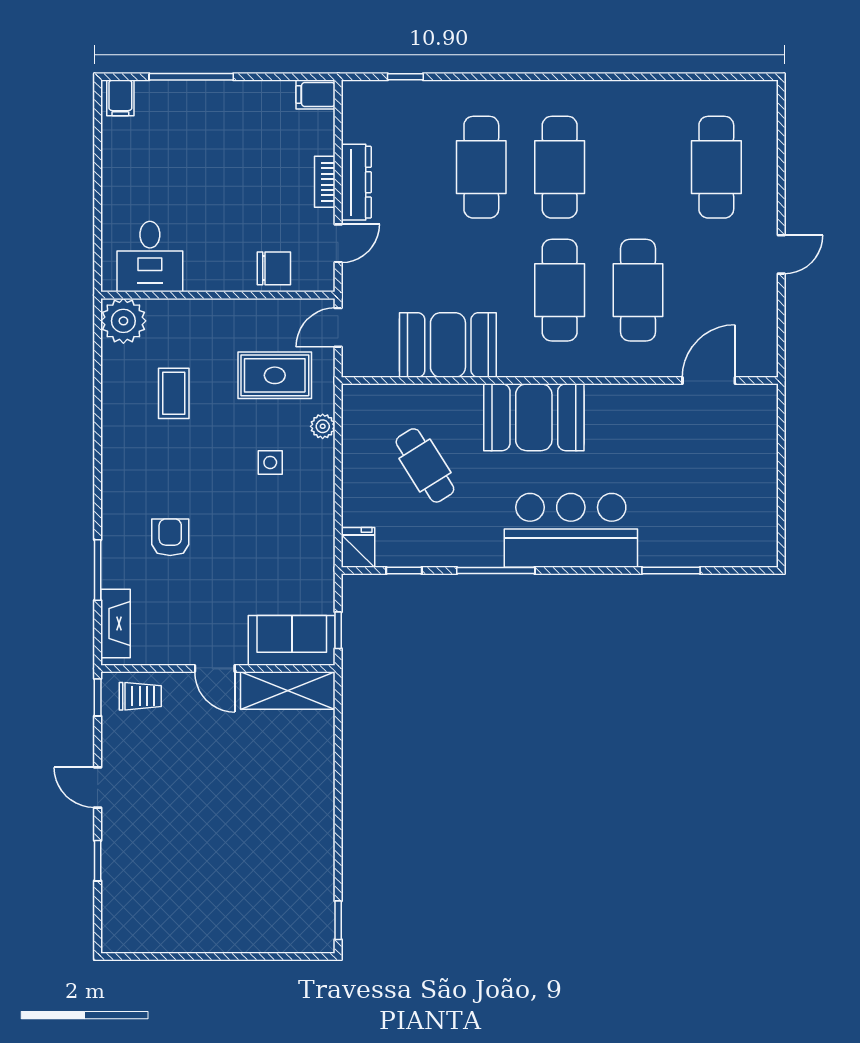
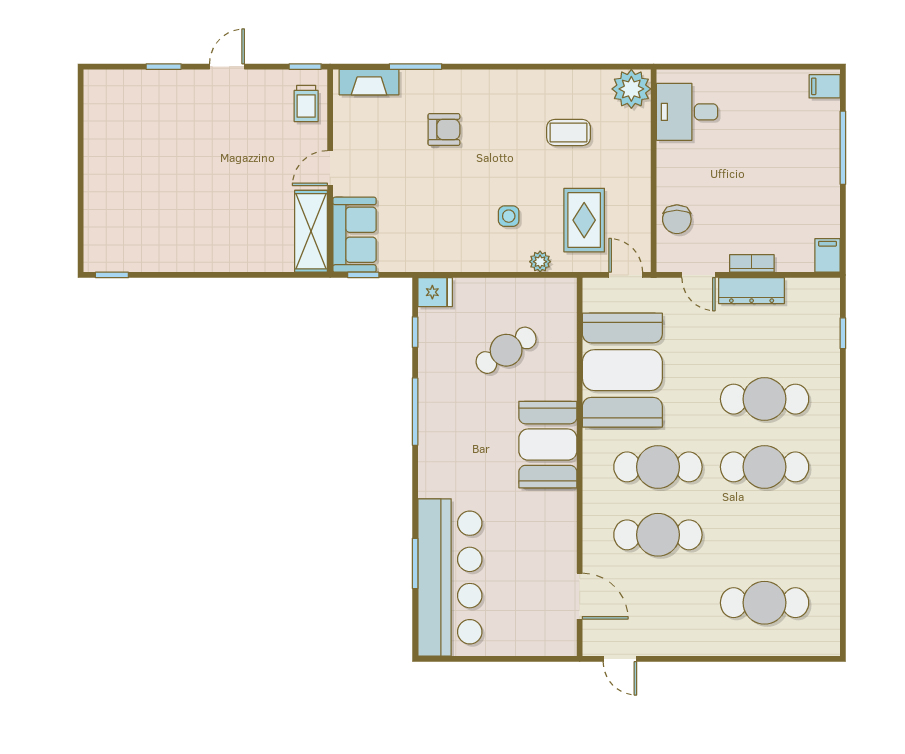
door: (781, 254) -> (620, 659), moved
booth: (448, 345) -> (622, 370), width x1.36, depth x1.42
bar counter: (571, 530) -> (450, 577), moved, width x1.36

